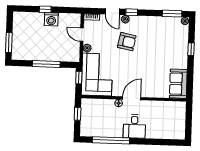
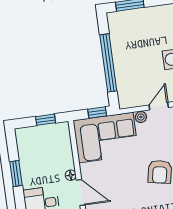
window: (46, 64) -> (108, 63), width x1.46
window: (111, 140) -> (16, 174), width x0.47

